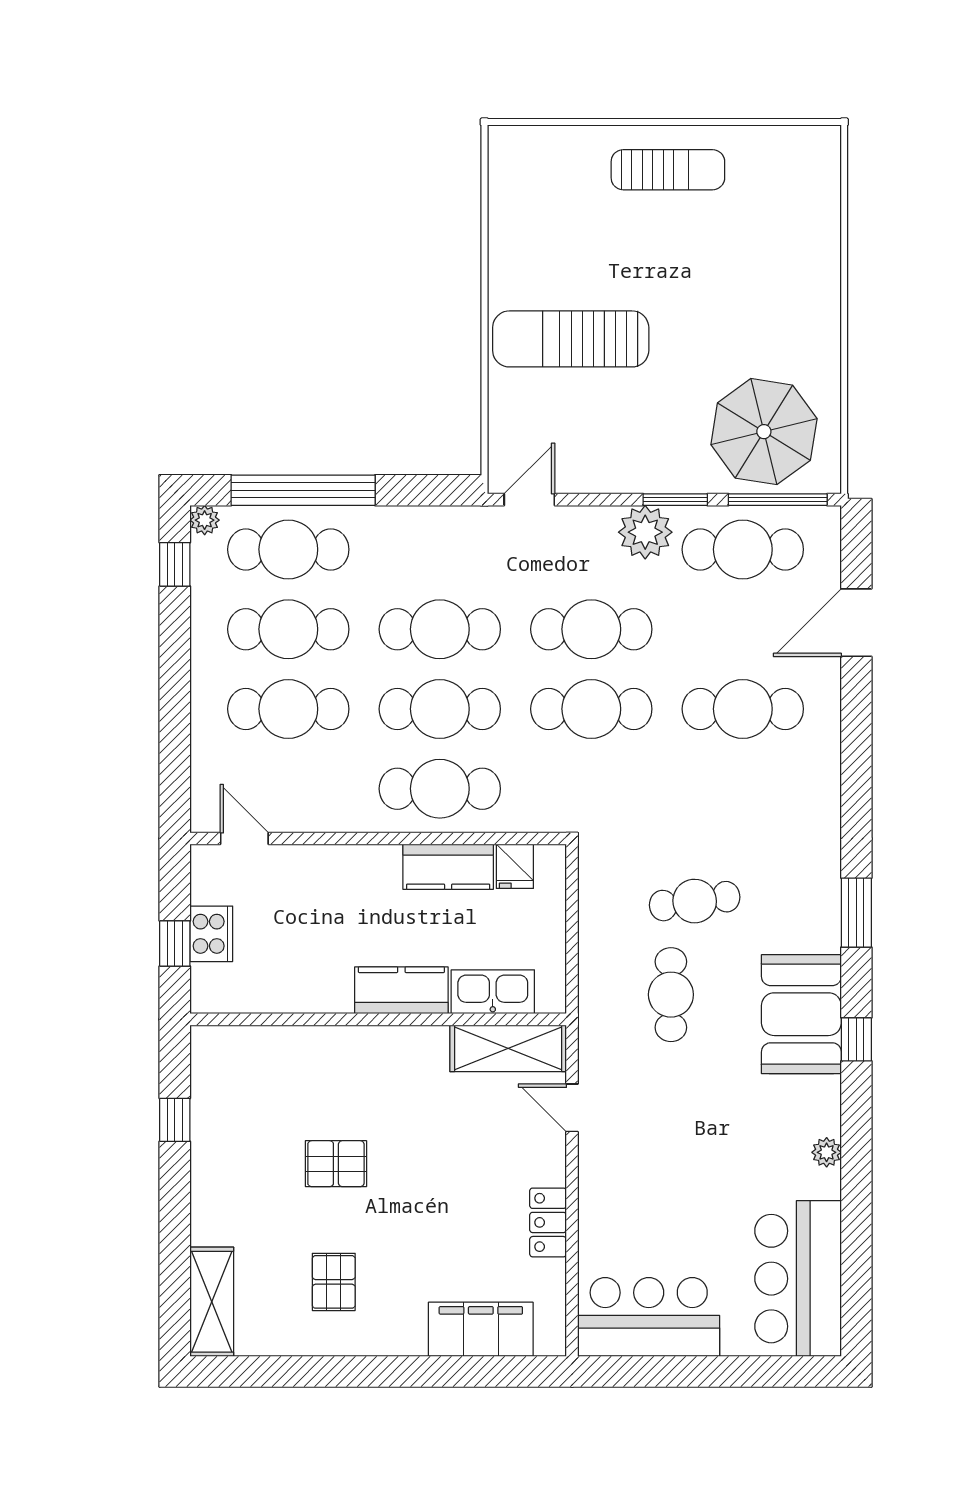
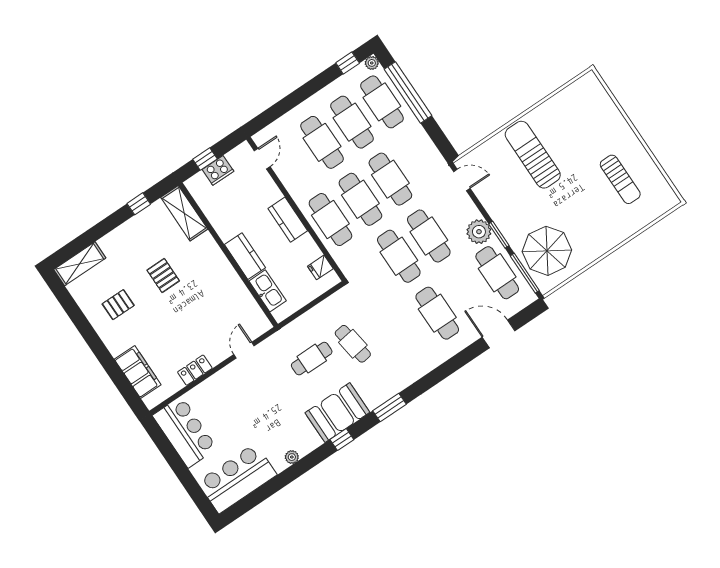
sun lounger: (668, 170) -> (620, 179), moved
kitchen counter: (448, 867) -> (288, 220), moved
shelving: (508, 1048) -> (184, 213), moved

